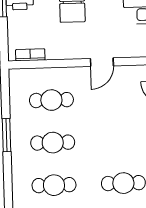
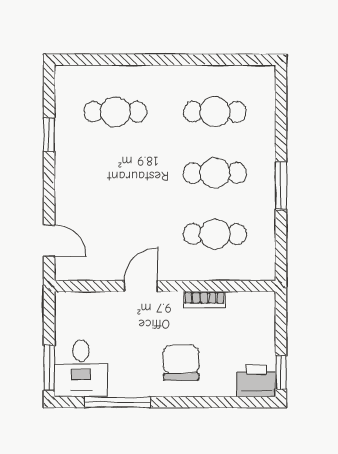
bookcase: (30, 55) -> (204, 300), moved

